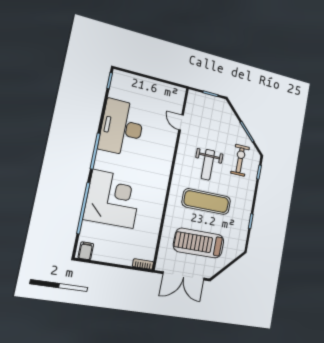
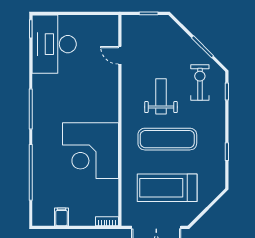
desk: (122, 128) -> (54, 44), moved
weight bench: (208, 165) -> (161, 96), turned 180
corner desk: (113, 199) -> (90, 151), moved, turned 180
filing cabinet: (86, 251) -> (62, 217), moved

